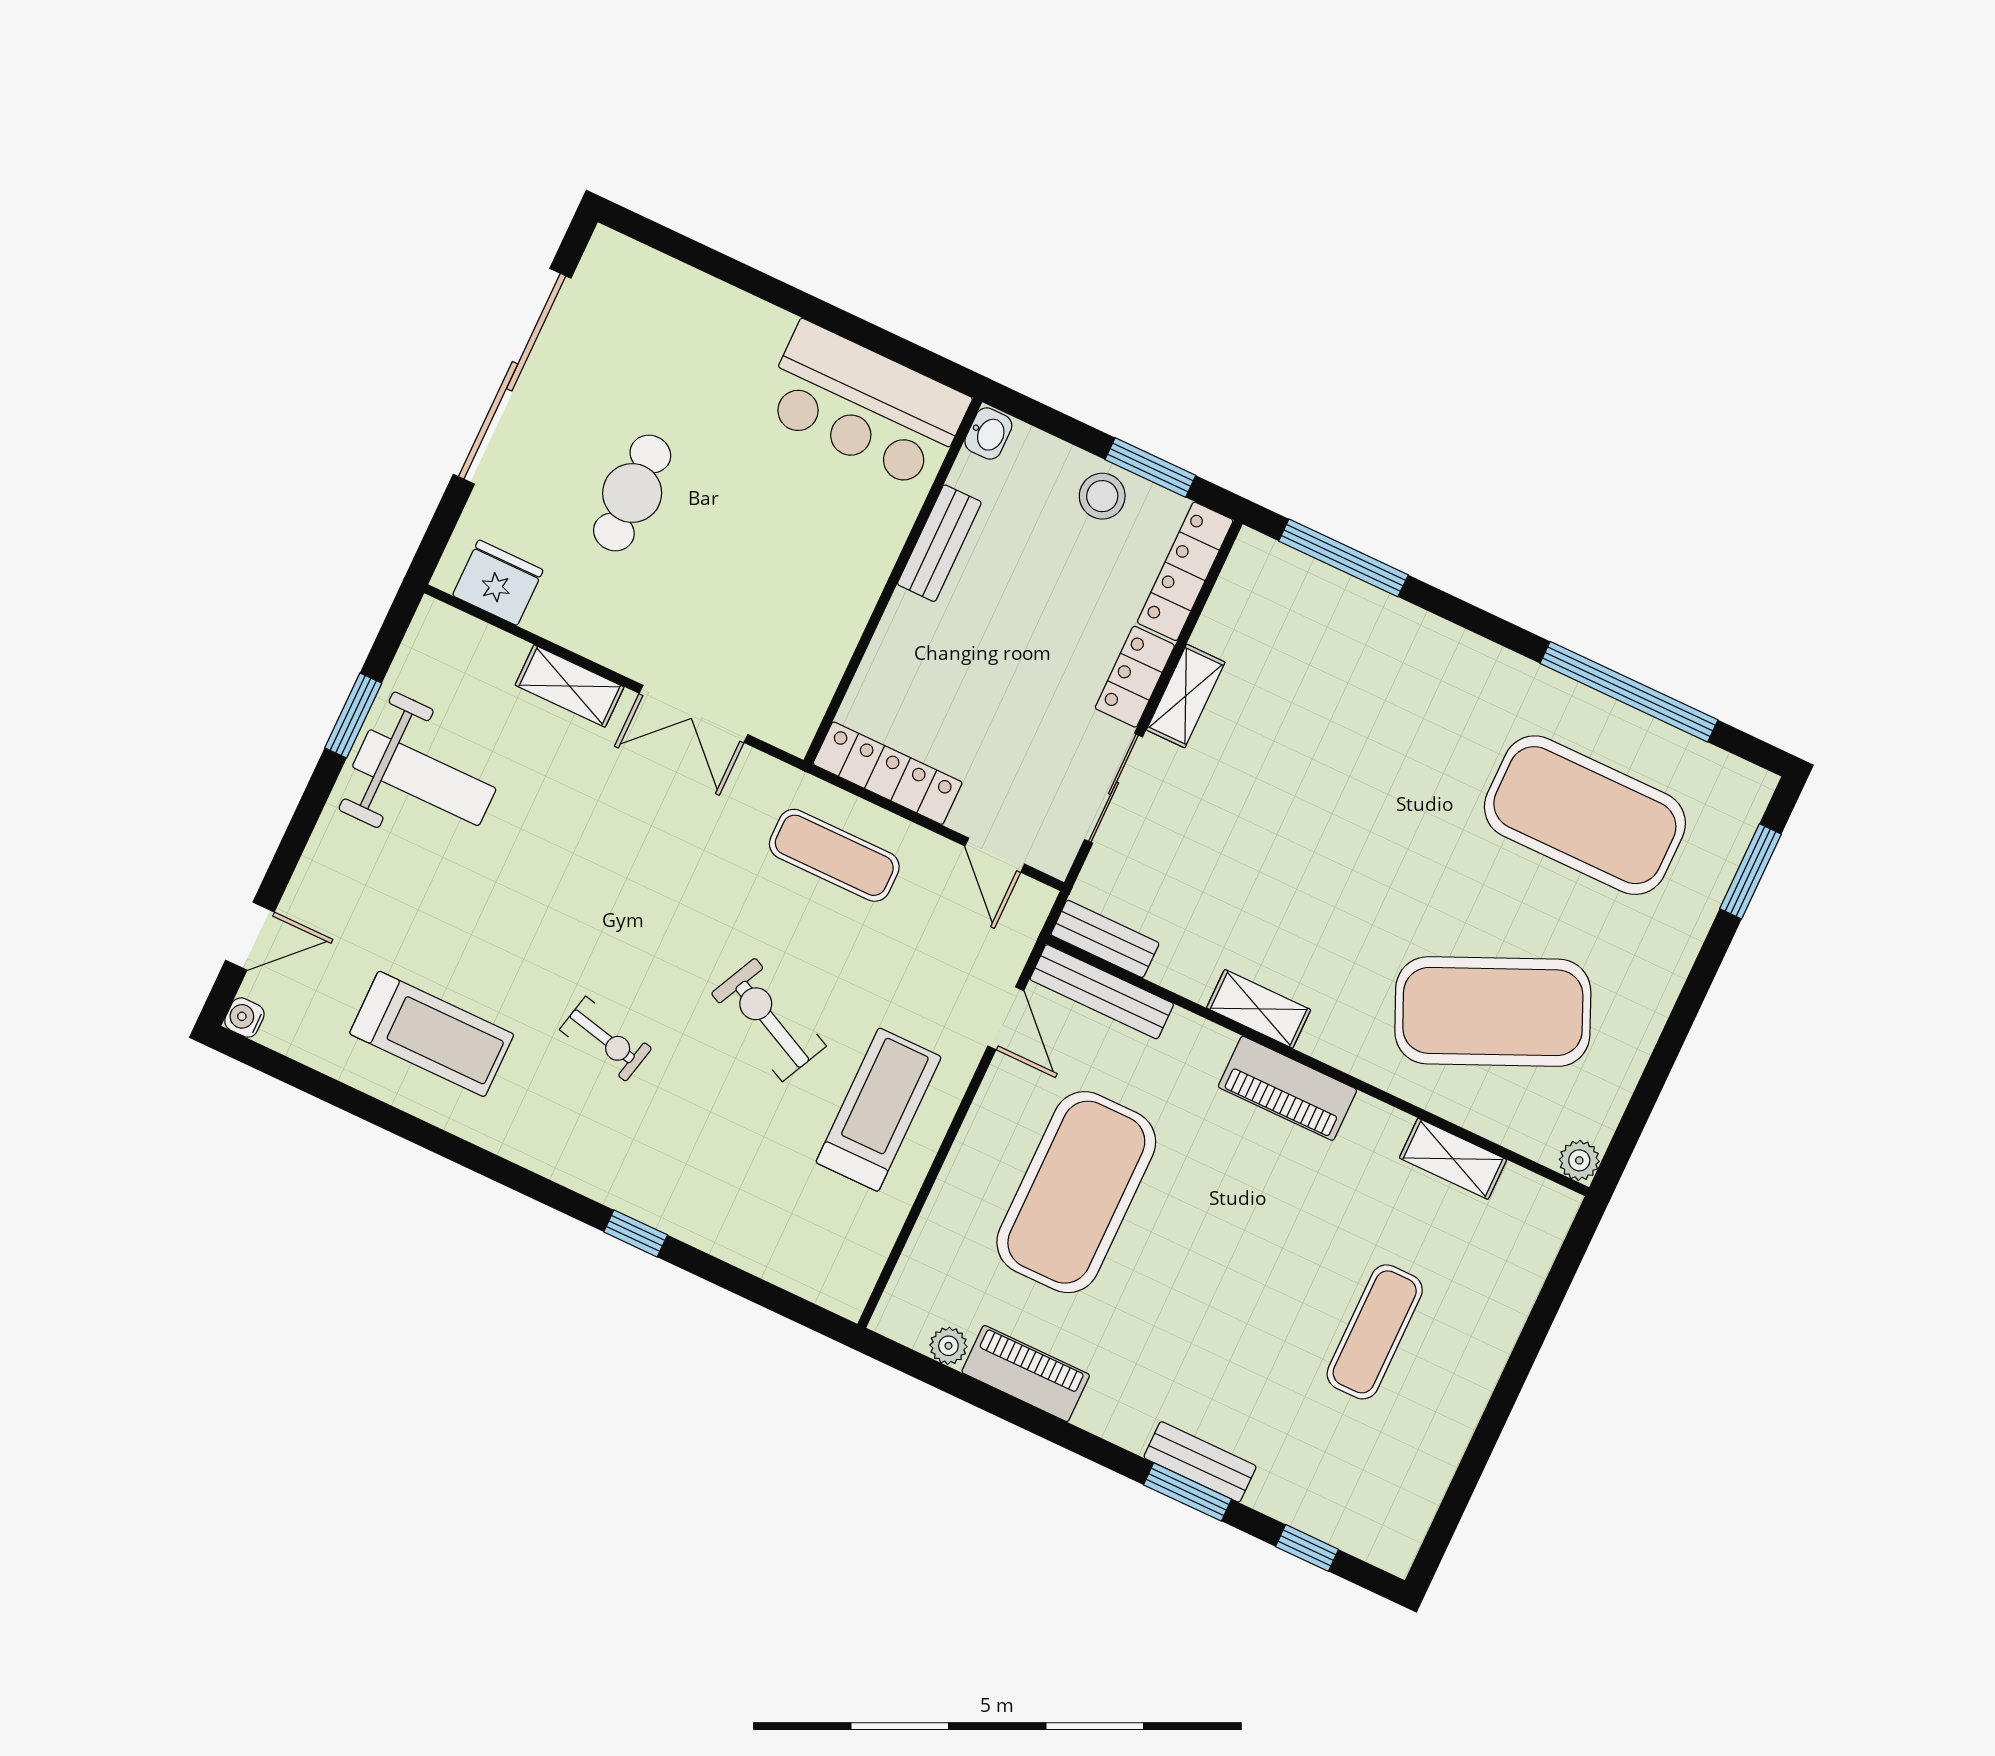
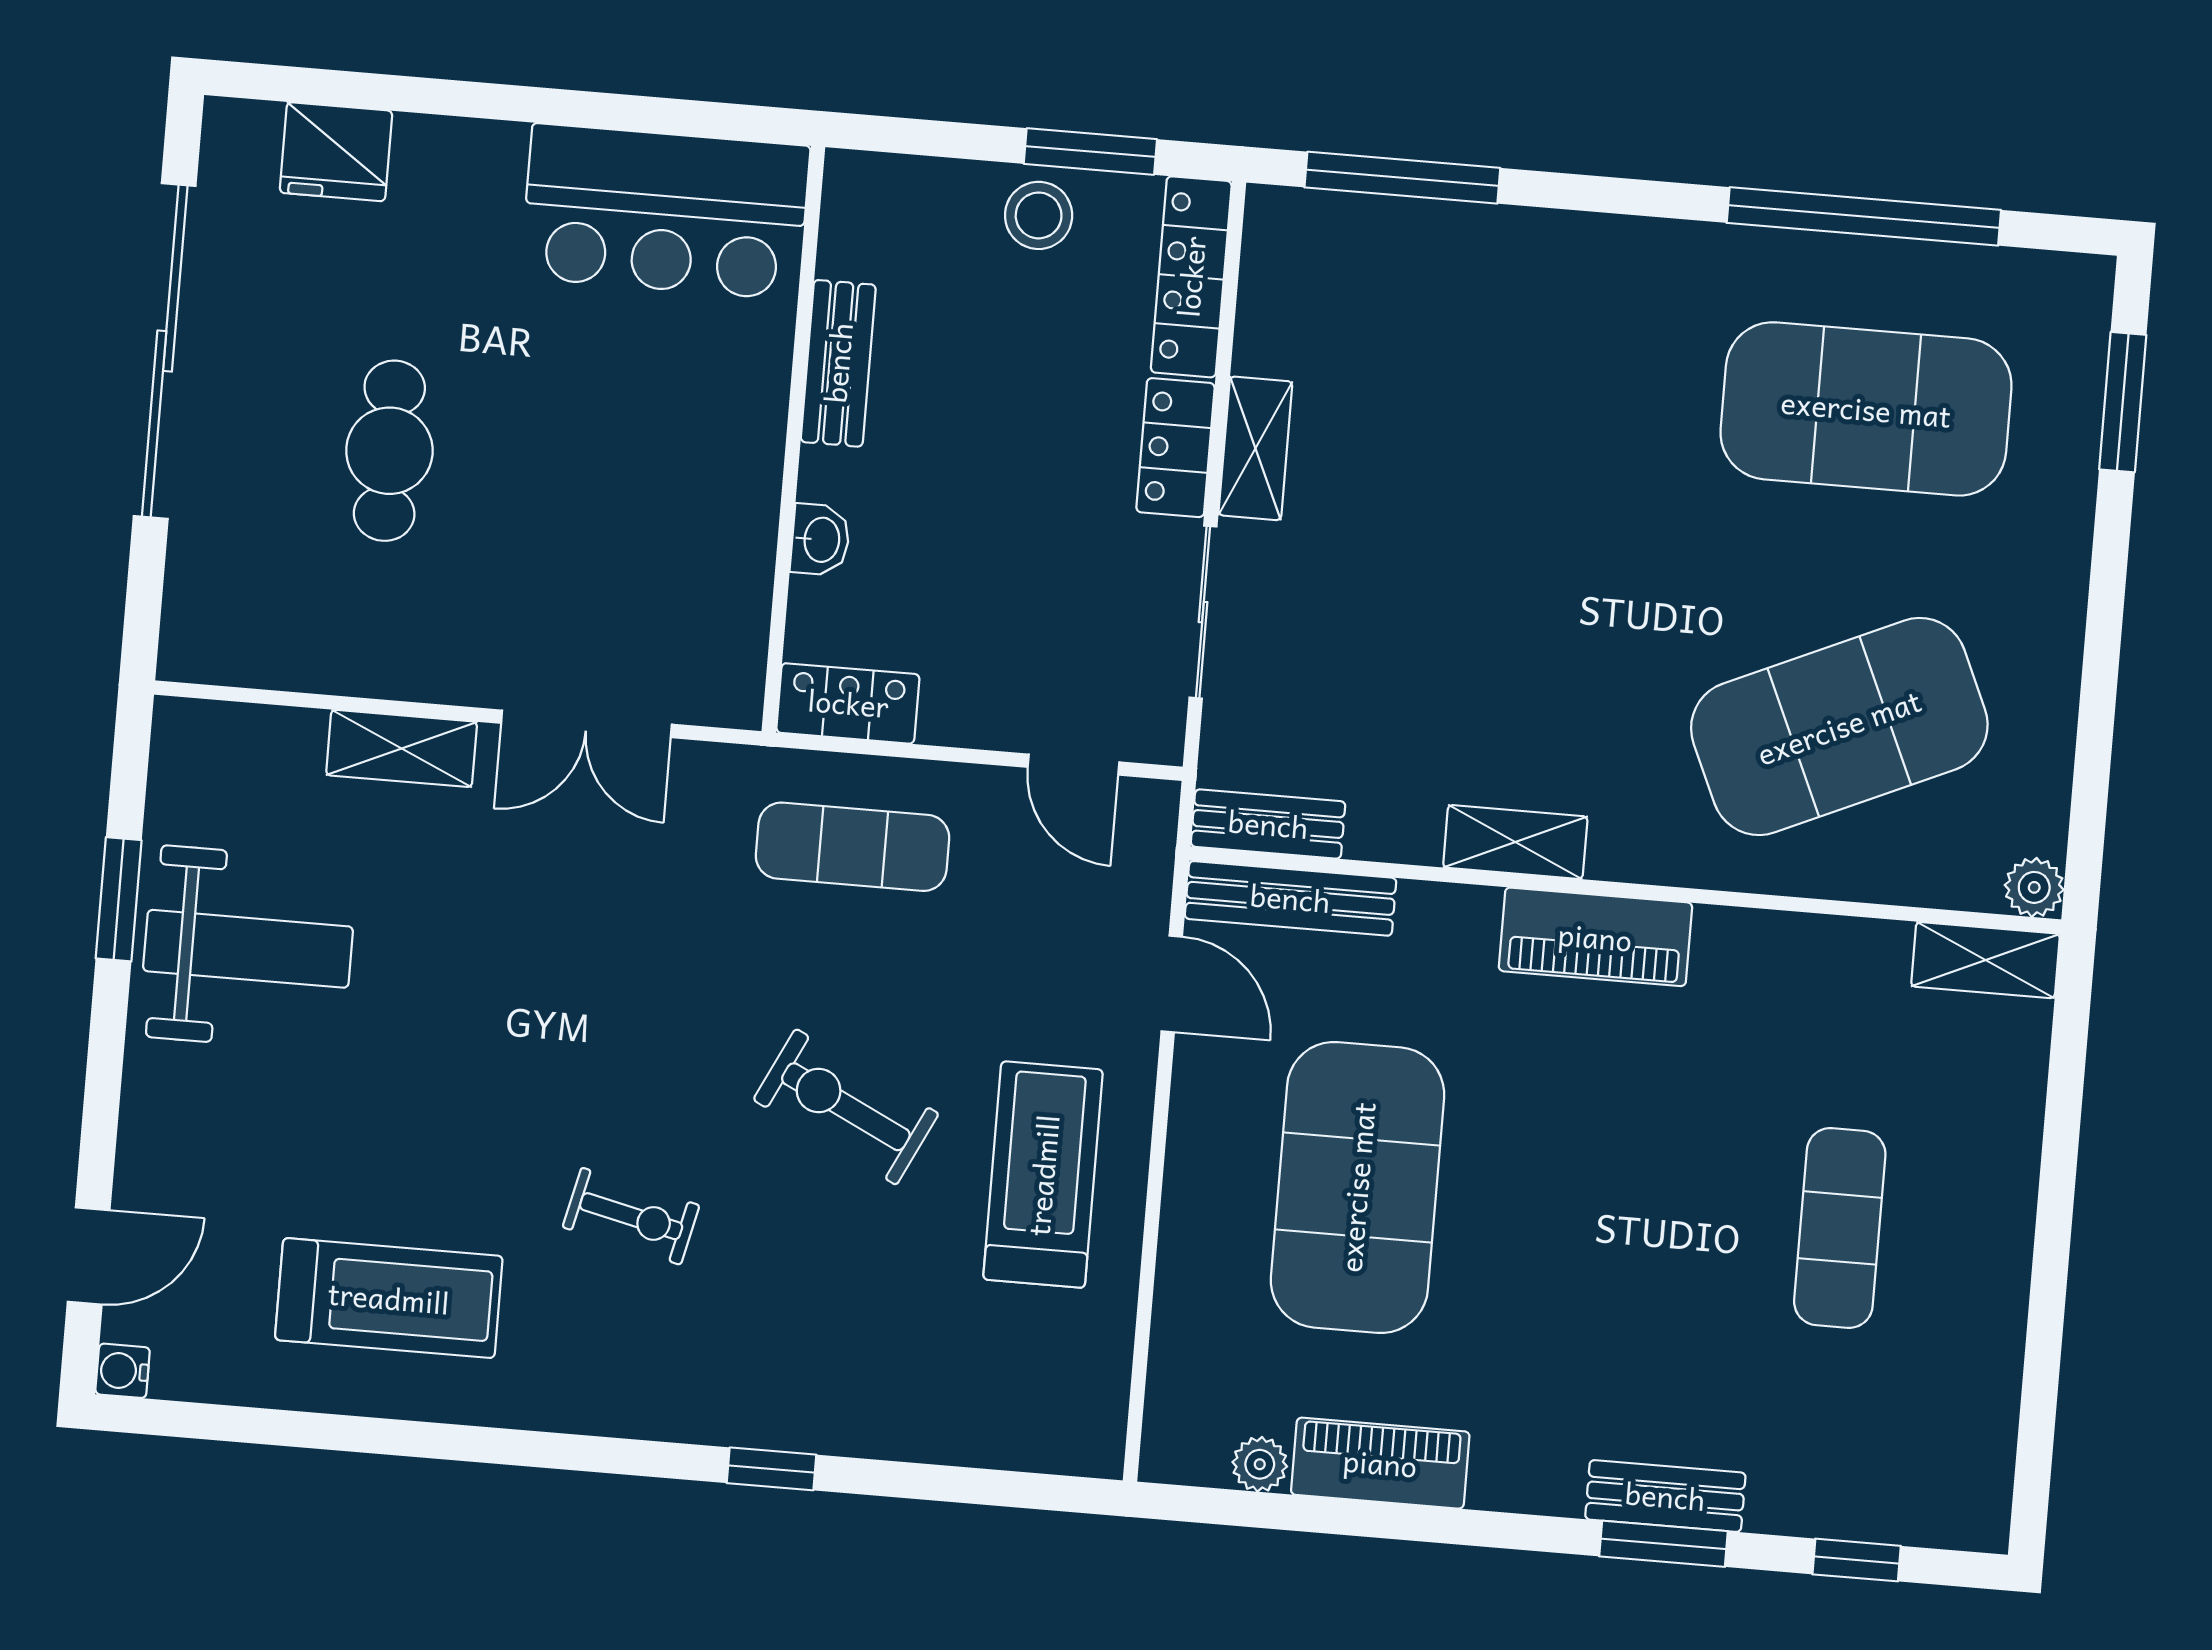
washbasin: (988, 434) -> (820, 540), moved
fridge: (498, 583) -> (336, 152), moved, turned 180
locker: (888, 773) -> (848, 703), width x0.66
shelving: (1453, 1159) -> (1985, 960), moved

